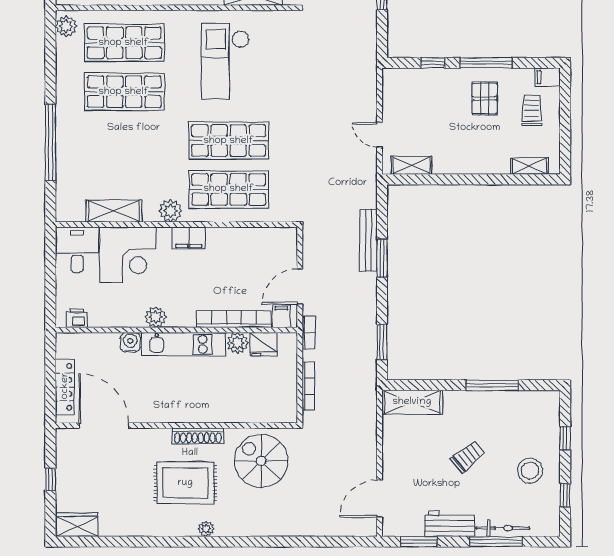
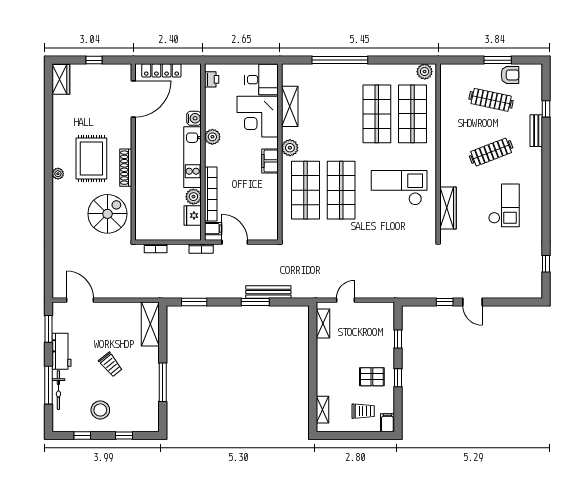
window: (486, 63) -> (398, 378), width x0.46
bookcase: (308, 386) -> (156, 248), width x0.64

